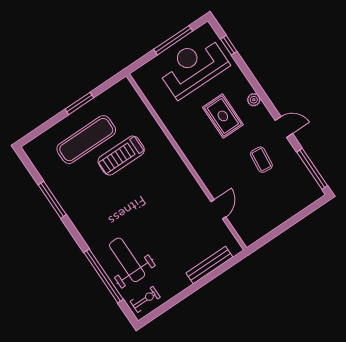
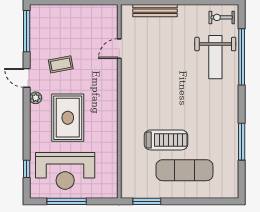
plant: (254, 100) -> (36, 98), moved
window: (79, 103) -> (147, 201), moved
rug: (223, 116) -> (68, 118), width x1.36, depth x1.43
coffee table: (261, 160) -> (61, 64), turned 73

